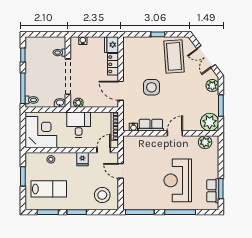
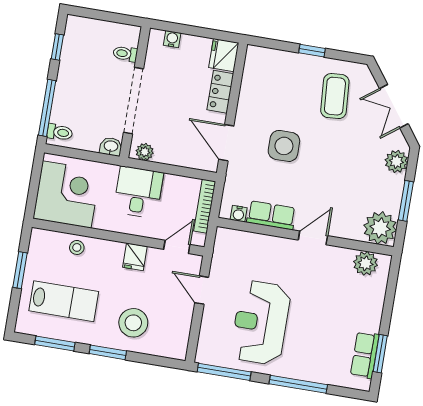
coffee table: (174, 56) -> (335, 96), width x0.73, depth x0.76
reception desk: (178, 180) -> (261, 323), moved
stool: (102, 195) -> (133, 323), moved

